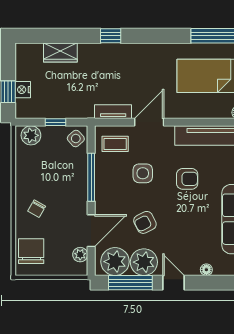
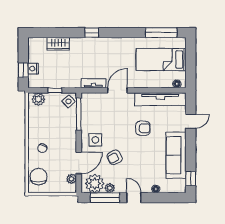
coffee table: (115, 144) -> (95, 105), removed
side table: (143, 173) -> (95, 140), moved
window: (91, 177) -> (79, 114), moved
plant: (144, 262) -> (110, 188), width x0.53, depth x0.53

